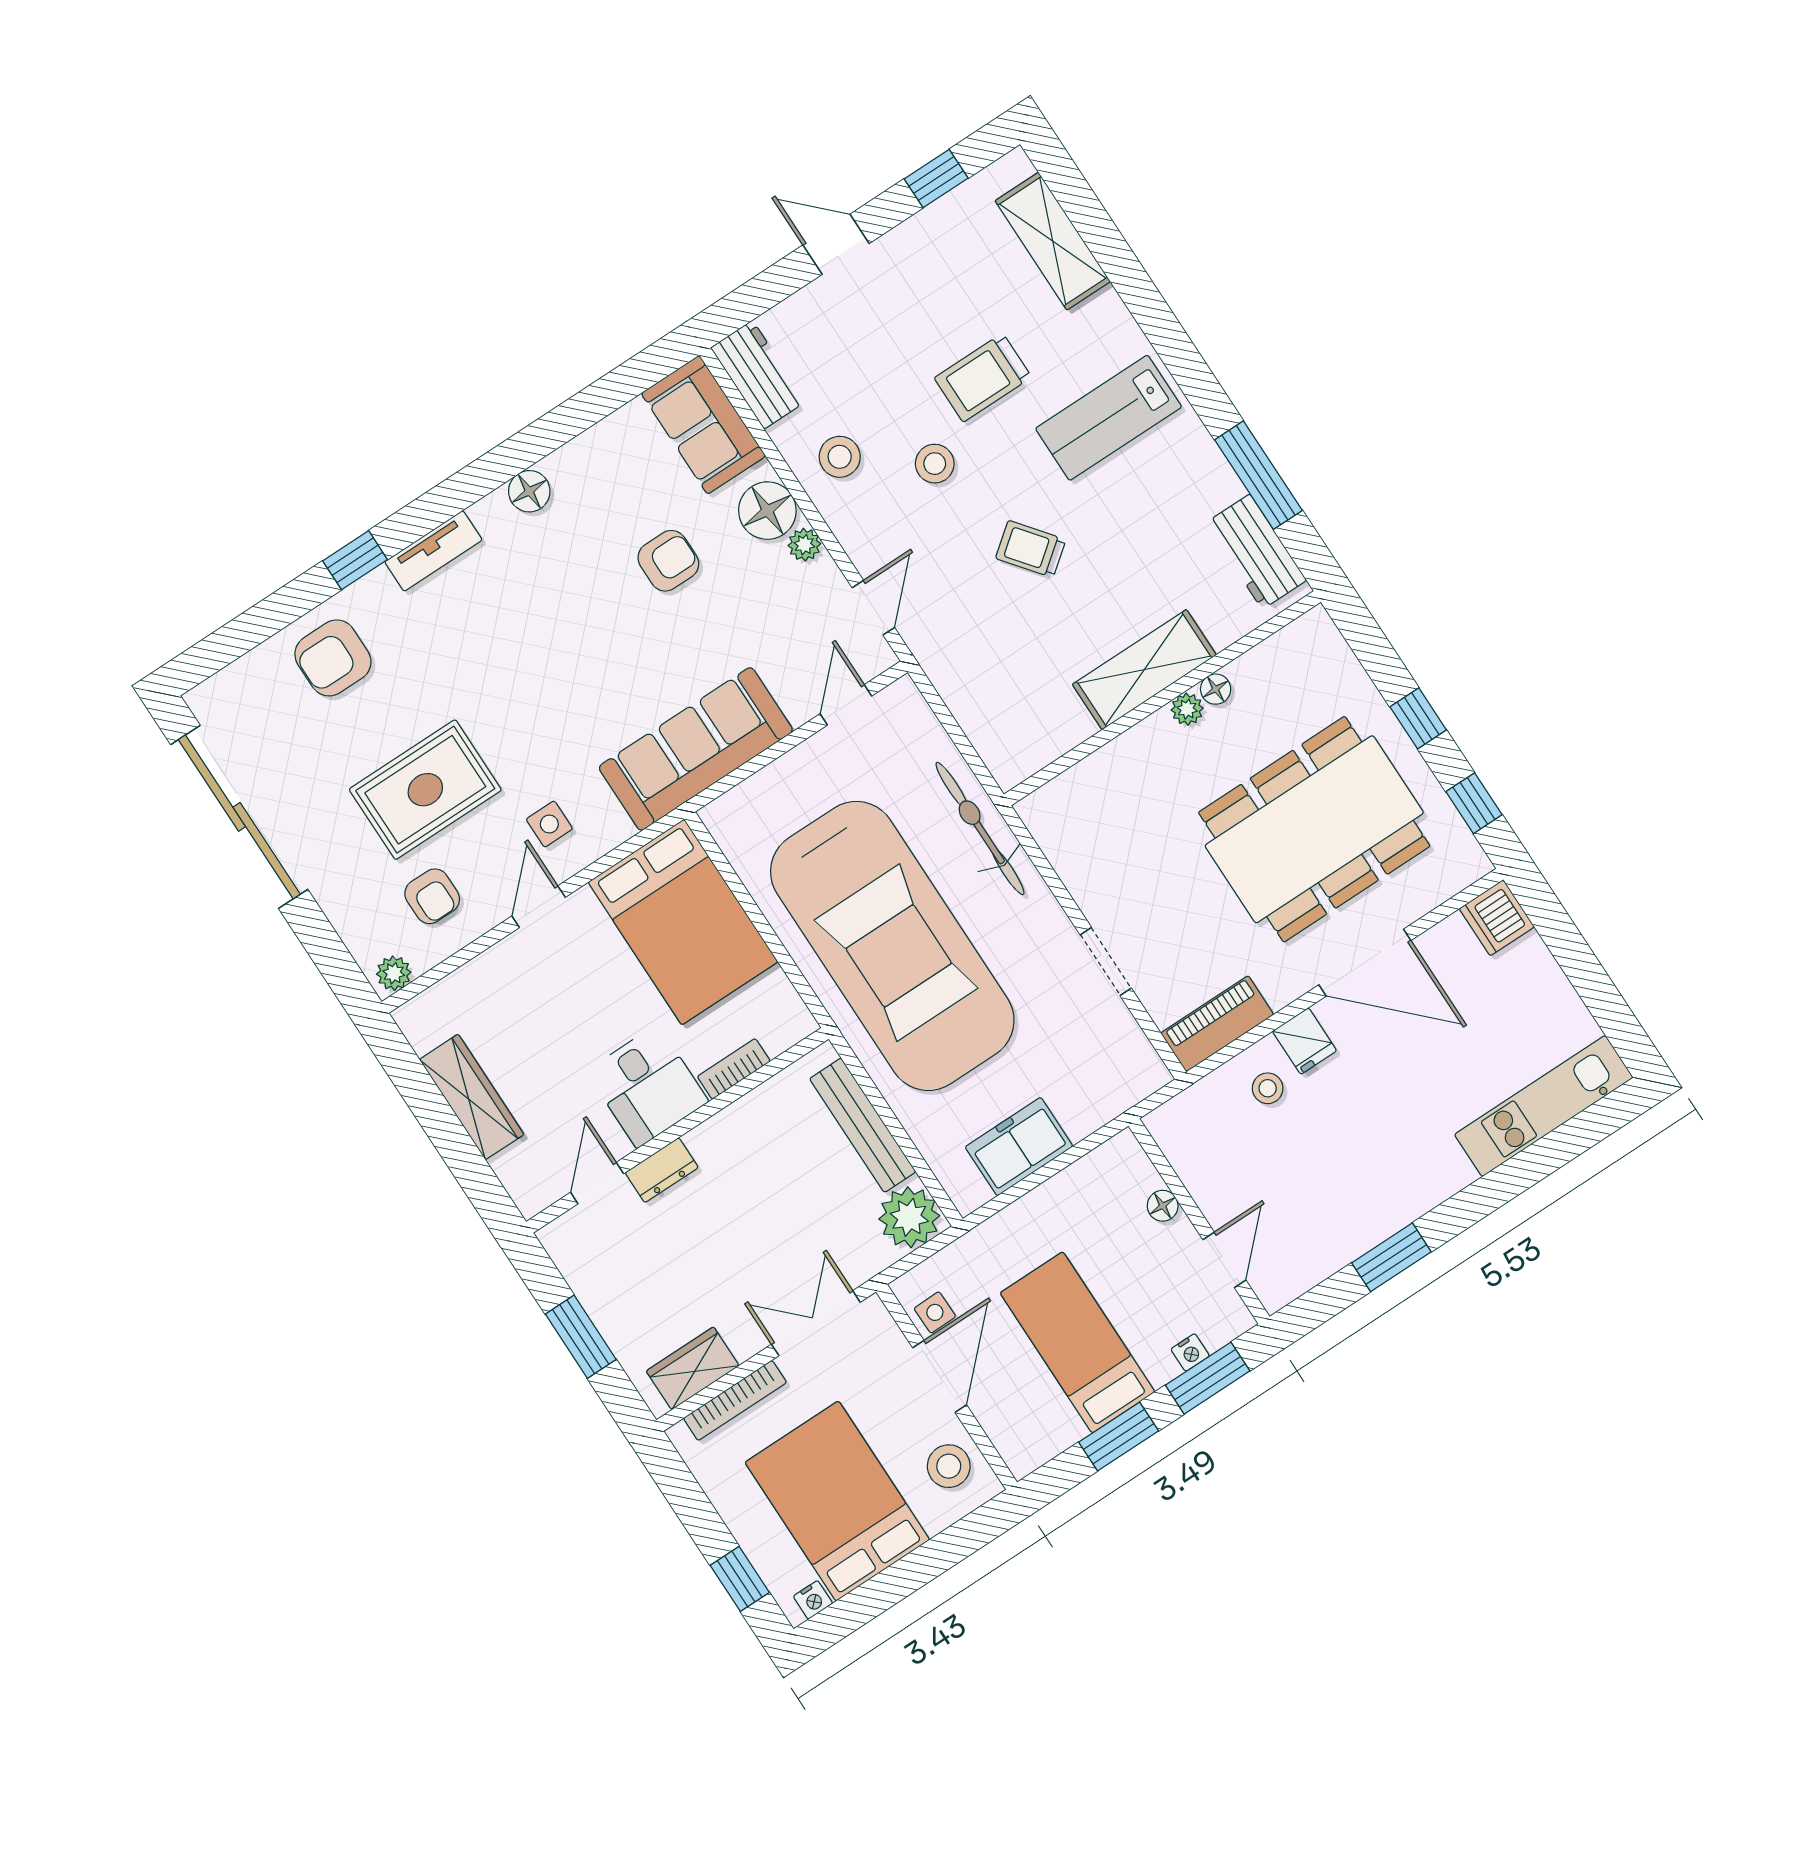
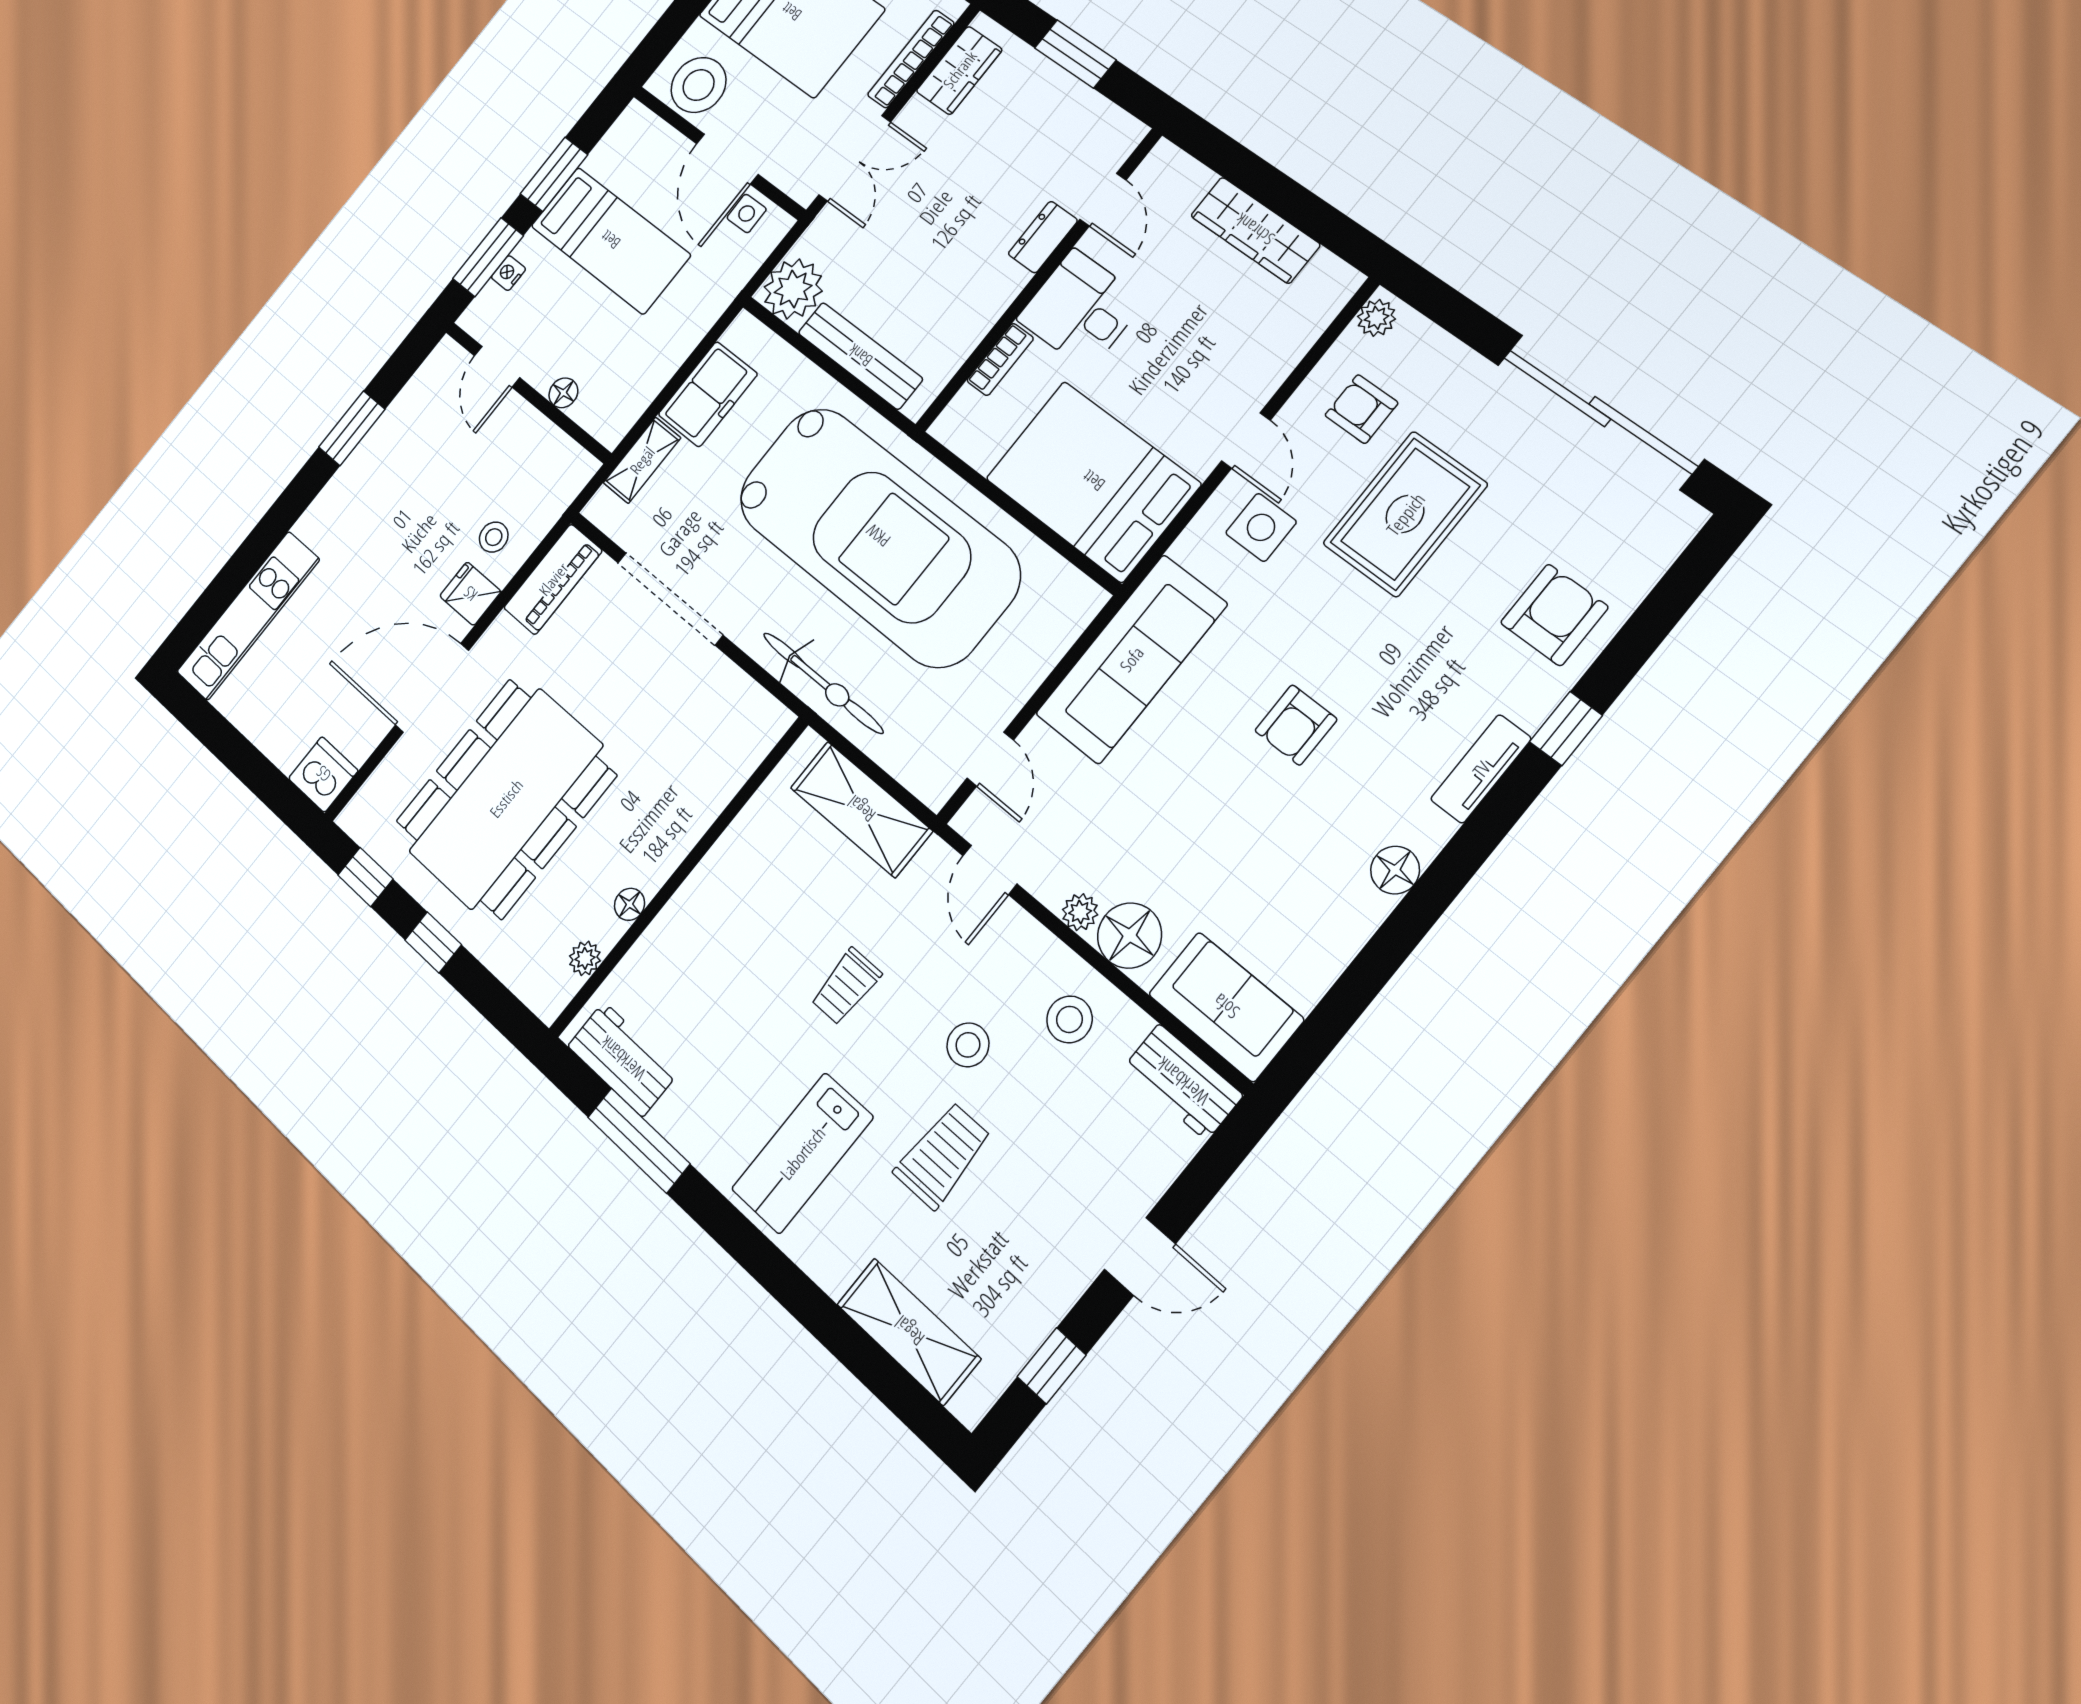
lab bench: (1109, 418) -> (802, 1153), turned 180
trolley: (1031, 549) -> (846, 986), turned 128
armchair: (668, 561) -> (1296, 725), moved
shelving: (1144, 670) -> (861, 809), moved, turned 90
plant: (1187, 709) -> (585, 958), moved
side table: (549, 824) -> (1261, 527), width x1.37, depth x1.37
car: (892, 946) -> (878, 536), turned 180
doorway: (1106, 962) -> (670, 599), width x1.88
shelving: (1100, 1107) -> (642, 460), added
stool: (949, 1466) -> (699, 85), width x1.38, depth x1.38

